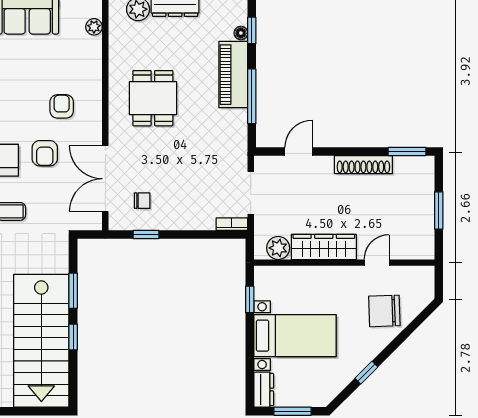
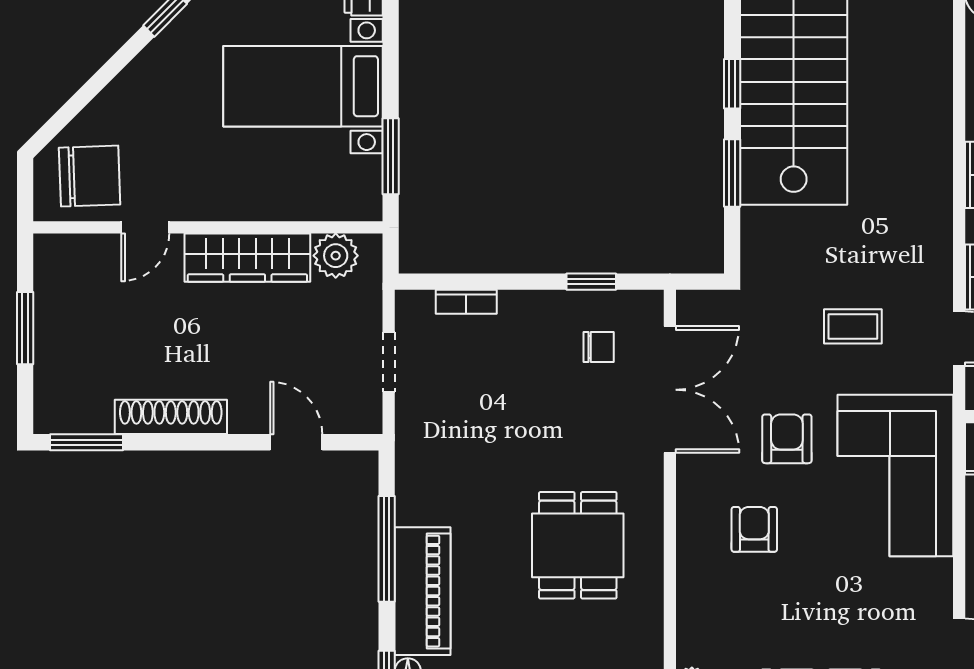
armchair: (62, 106) -> (754, 529), turned 180
door: (299, 151) -> (296, 442), swing flipped
doorway: (251, 193) -> (389, 362), width x0.73
chair: (142, 201) -> (599, 347), turned 180
bookcase: (232, 224) -> (466, 302), moved
window: (250, 299) -> (391, 156), width x1.50
chair: (384, 311) -> (90, 176), moved

